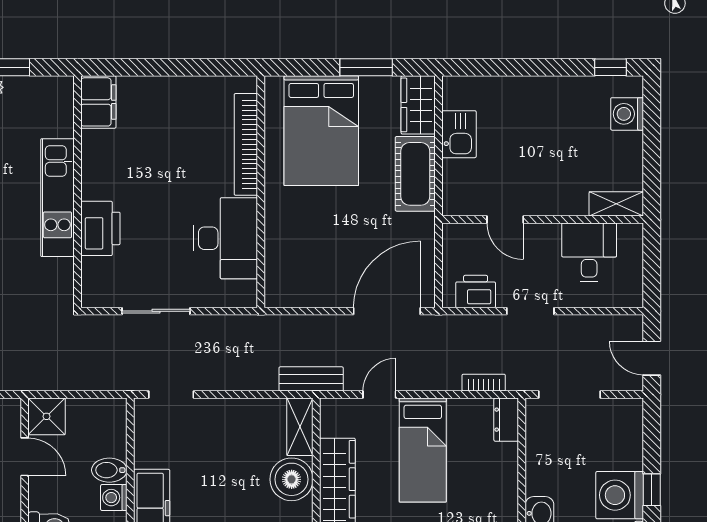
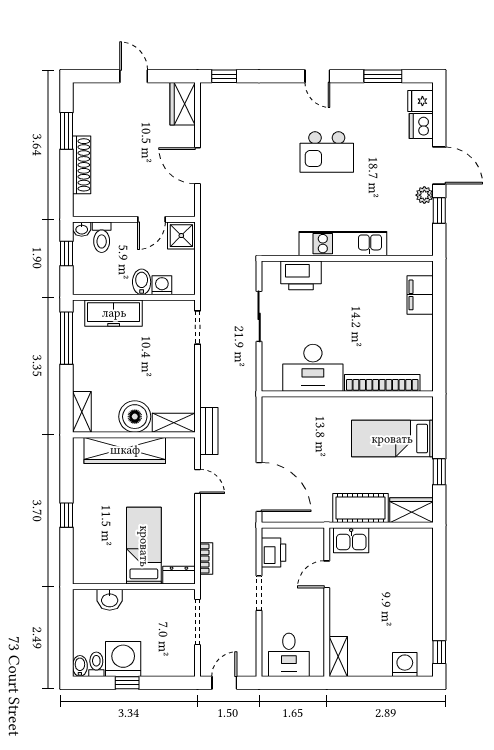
window: (366, 67) -> (439, 472), width x0.67
filing cabinet: (98, 102) -> (420, 295), moved, turned 90
bed: (321, 131) -> (392, 439), width x0.67
kitchen sink: (459, 134) -> (351, 540), moved
printer: (100, 228) -> (301, 275), moved
desk: (589, 252) -> (289, 655), moved, turned 90
bed: (423, 450) -> (144, 546), moved, turned 90
washing machine: (114, 498) -> (162, 285), moved

